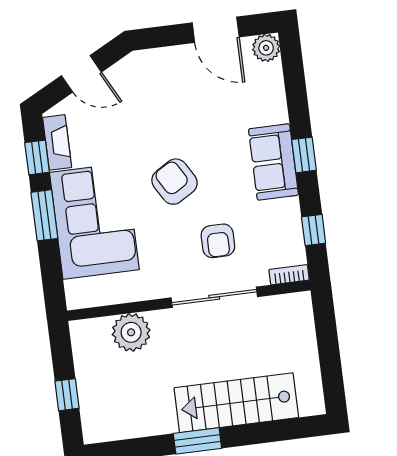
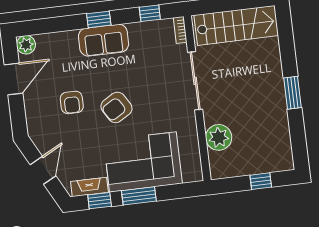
armchair: (218, 241) -> (72, 102), moved, turned 90
stairs: (236, 403) -> (236, 25), moved, turned -90

